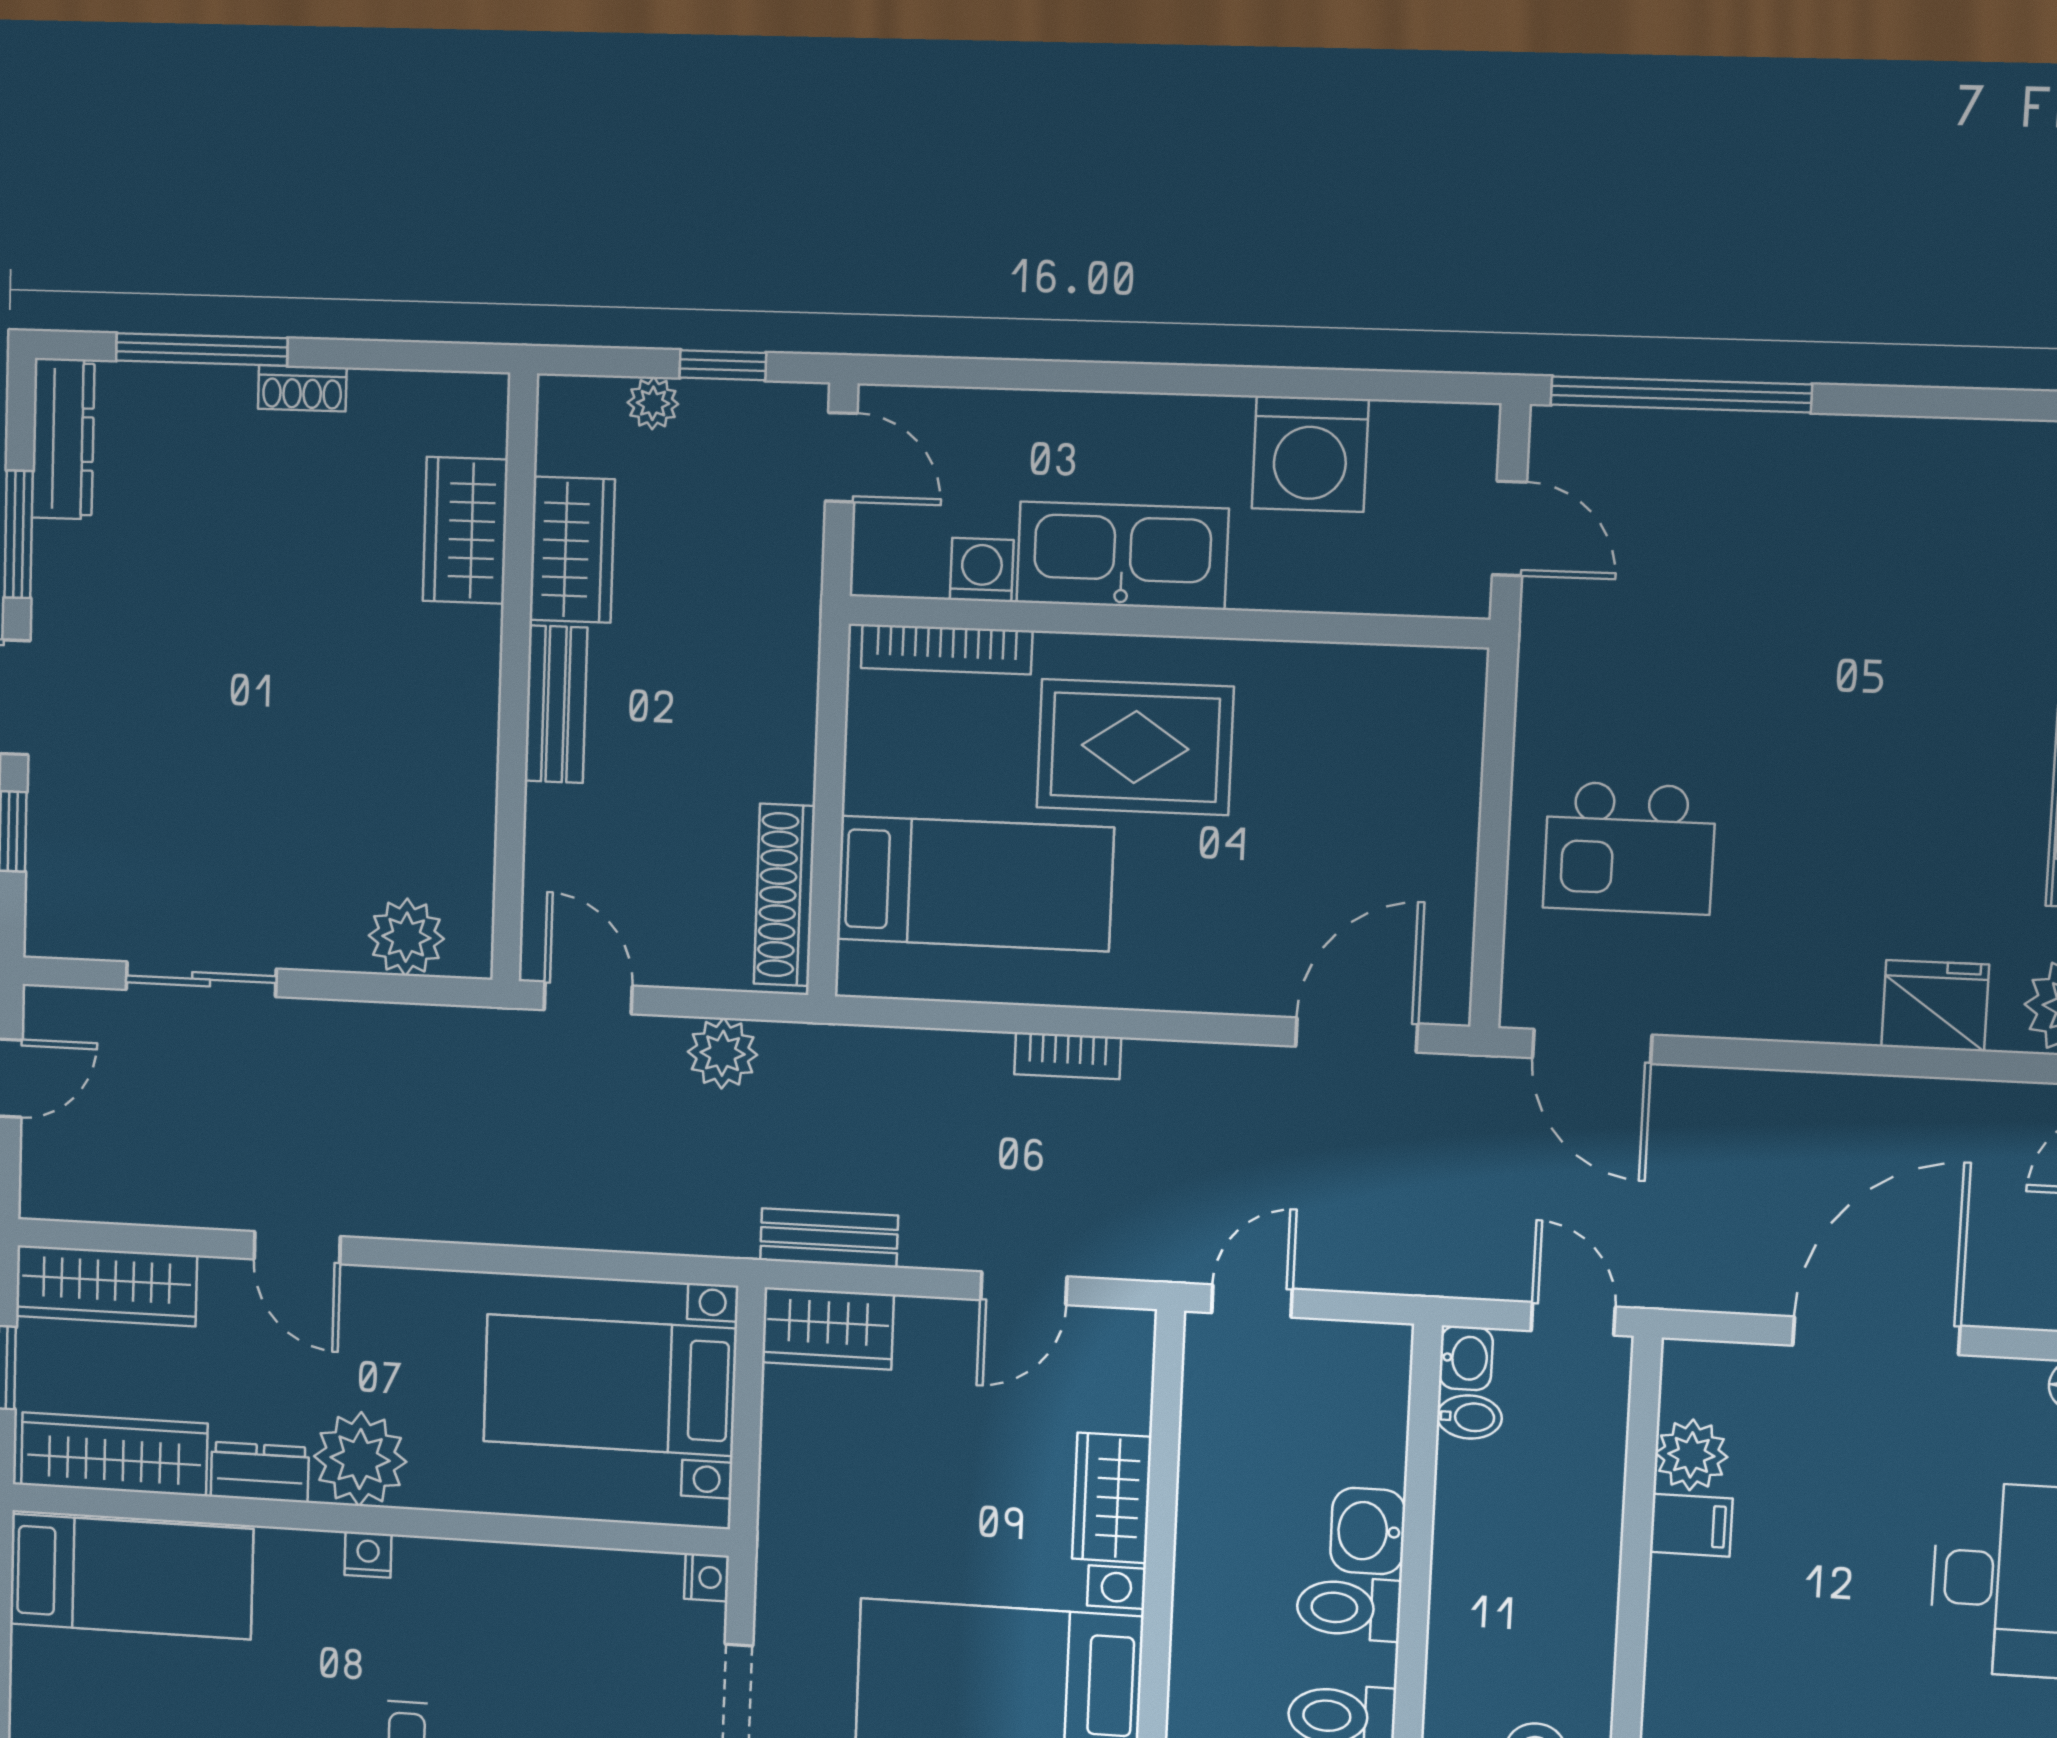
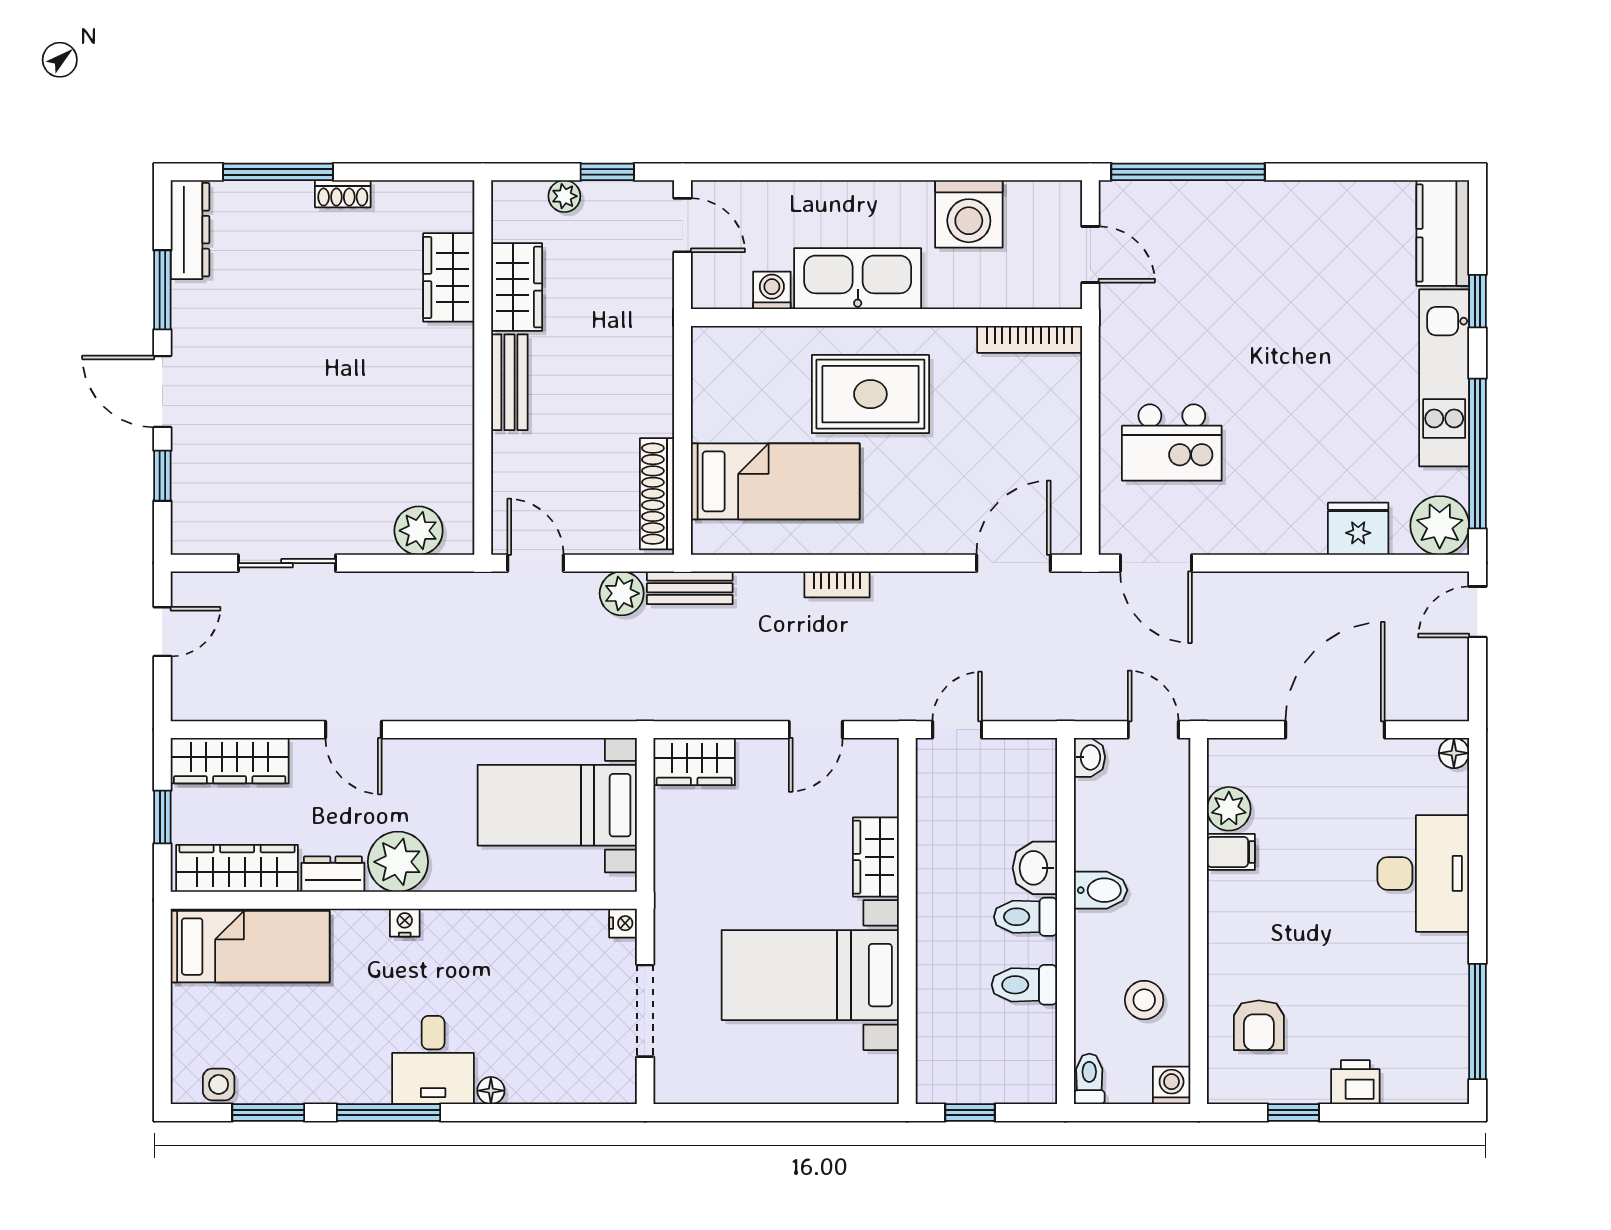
bookcase: (947, 649) -> (1030, 339), moved
bench: (829, 1238) -> (690, 588), moved
bidet: (1469, 1417) -> (1101, 890), moved, width x1.38, depth x1.36

